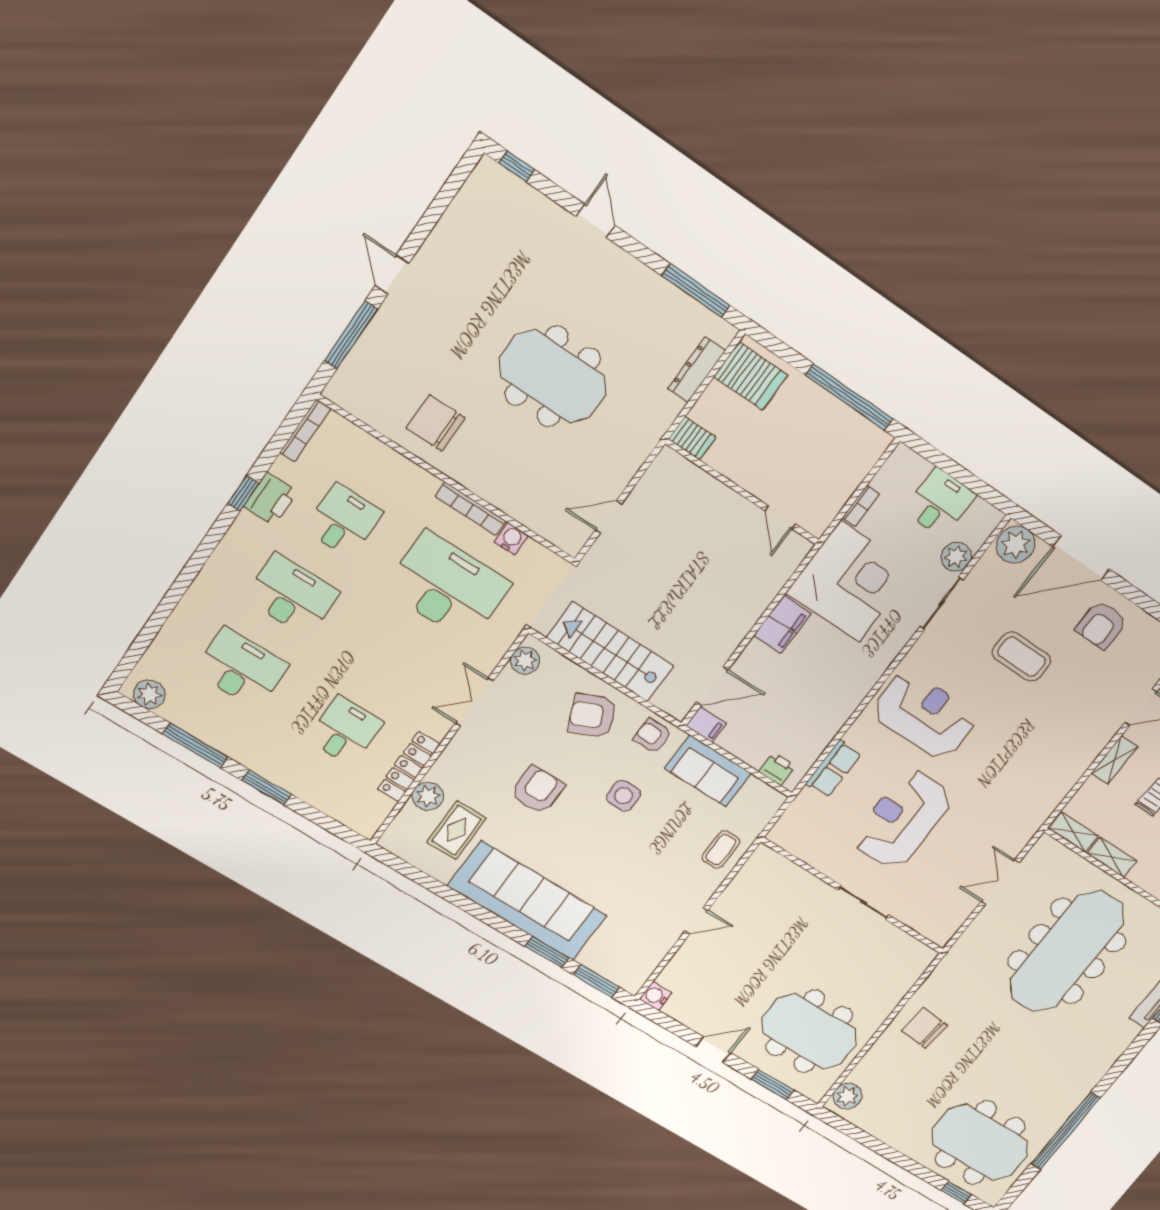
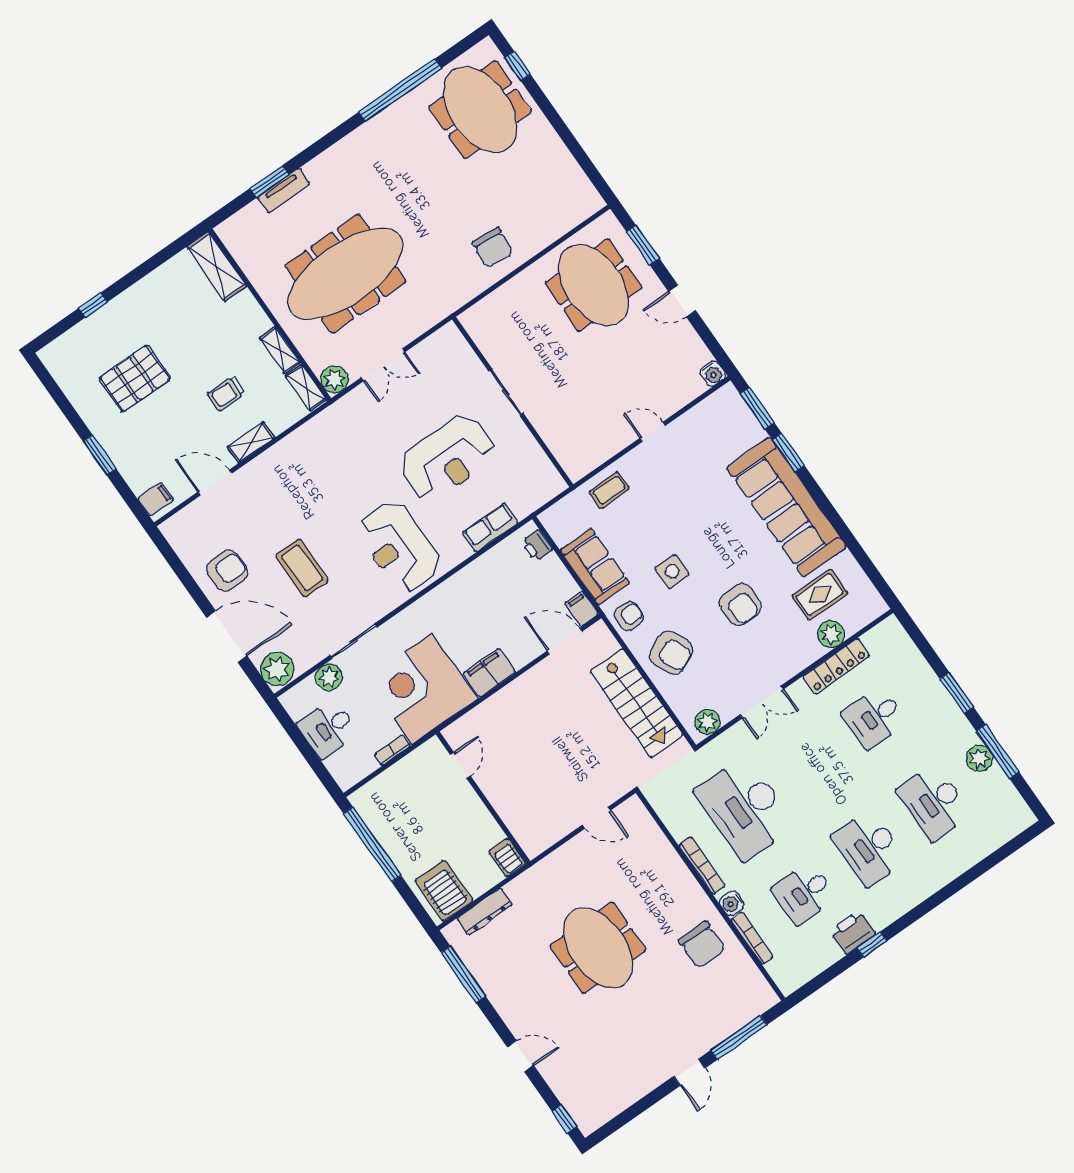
door: (596, 221) -> (521, 1056), swing flipped
bookcase: (305, 431) -> (752, 938), moved, turned 90
water cooler: (511, 539) -> (732, 903), moved
plant: (149, 694) -> (979, 758), moved
armchair: (653, 736) -> (629, 616), turned -90
armchair: (538, 790) -> (740, 604), turned -90
plant: (847, 1096) -> (334, 379), moved

